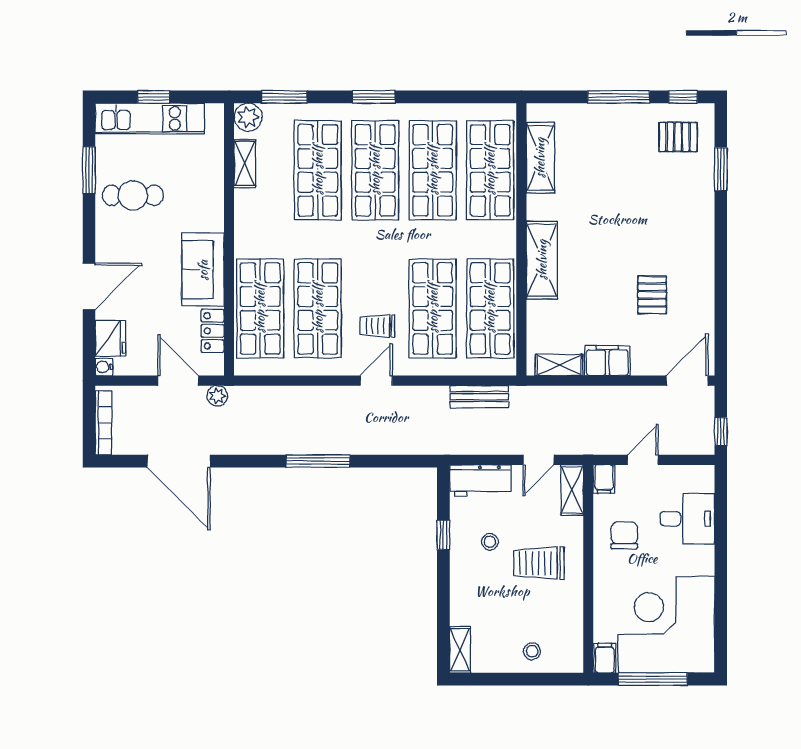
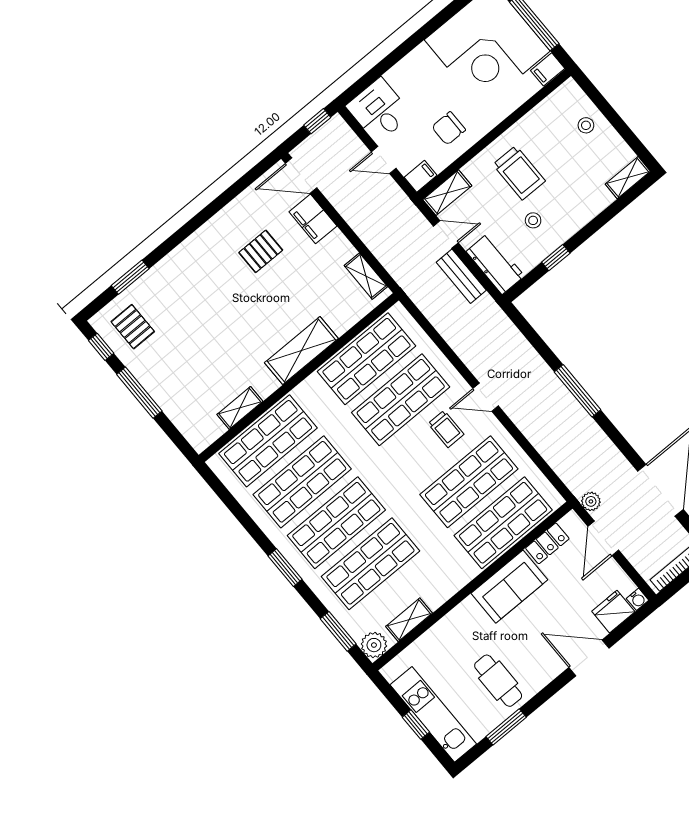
shelving: (540, 158) -> (240, 408), width x0.67, depth x0.75
filing cabinet: (607, 361) -> (313, 219), moved
bench: (479, 397) -> (461, 276), moved
desk: (687, 519) -> (379, 110), moved

